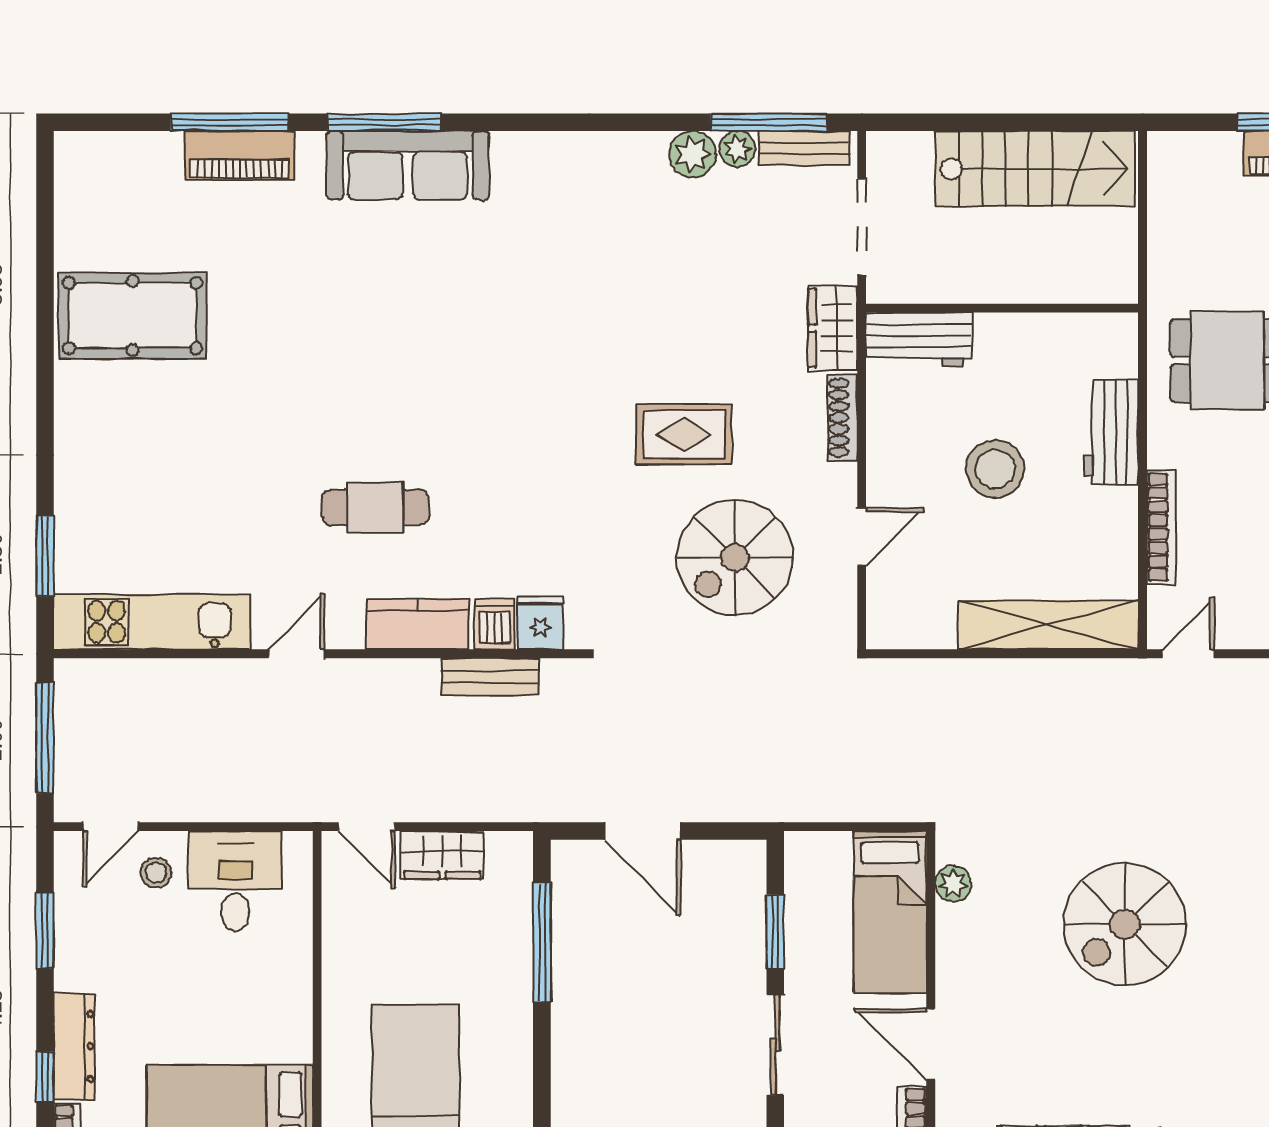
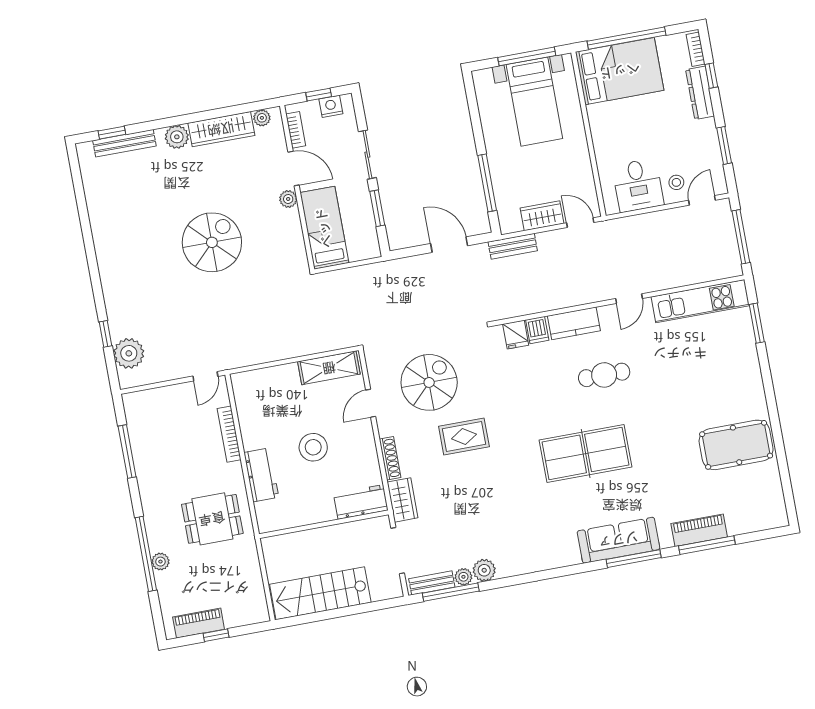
table tennis table: (443, 354) -> (586, 453), added
shelving: (1048, 625) -> (329, 368), moved, width x0.68
bench: (490, 677) -> (513, 246), moved
plant: (953, 884) -> (288, 199), moved

